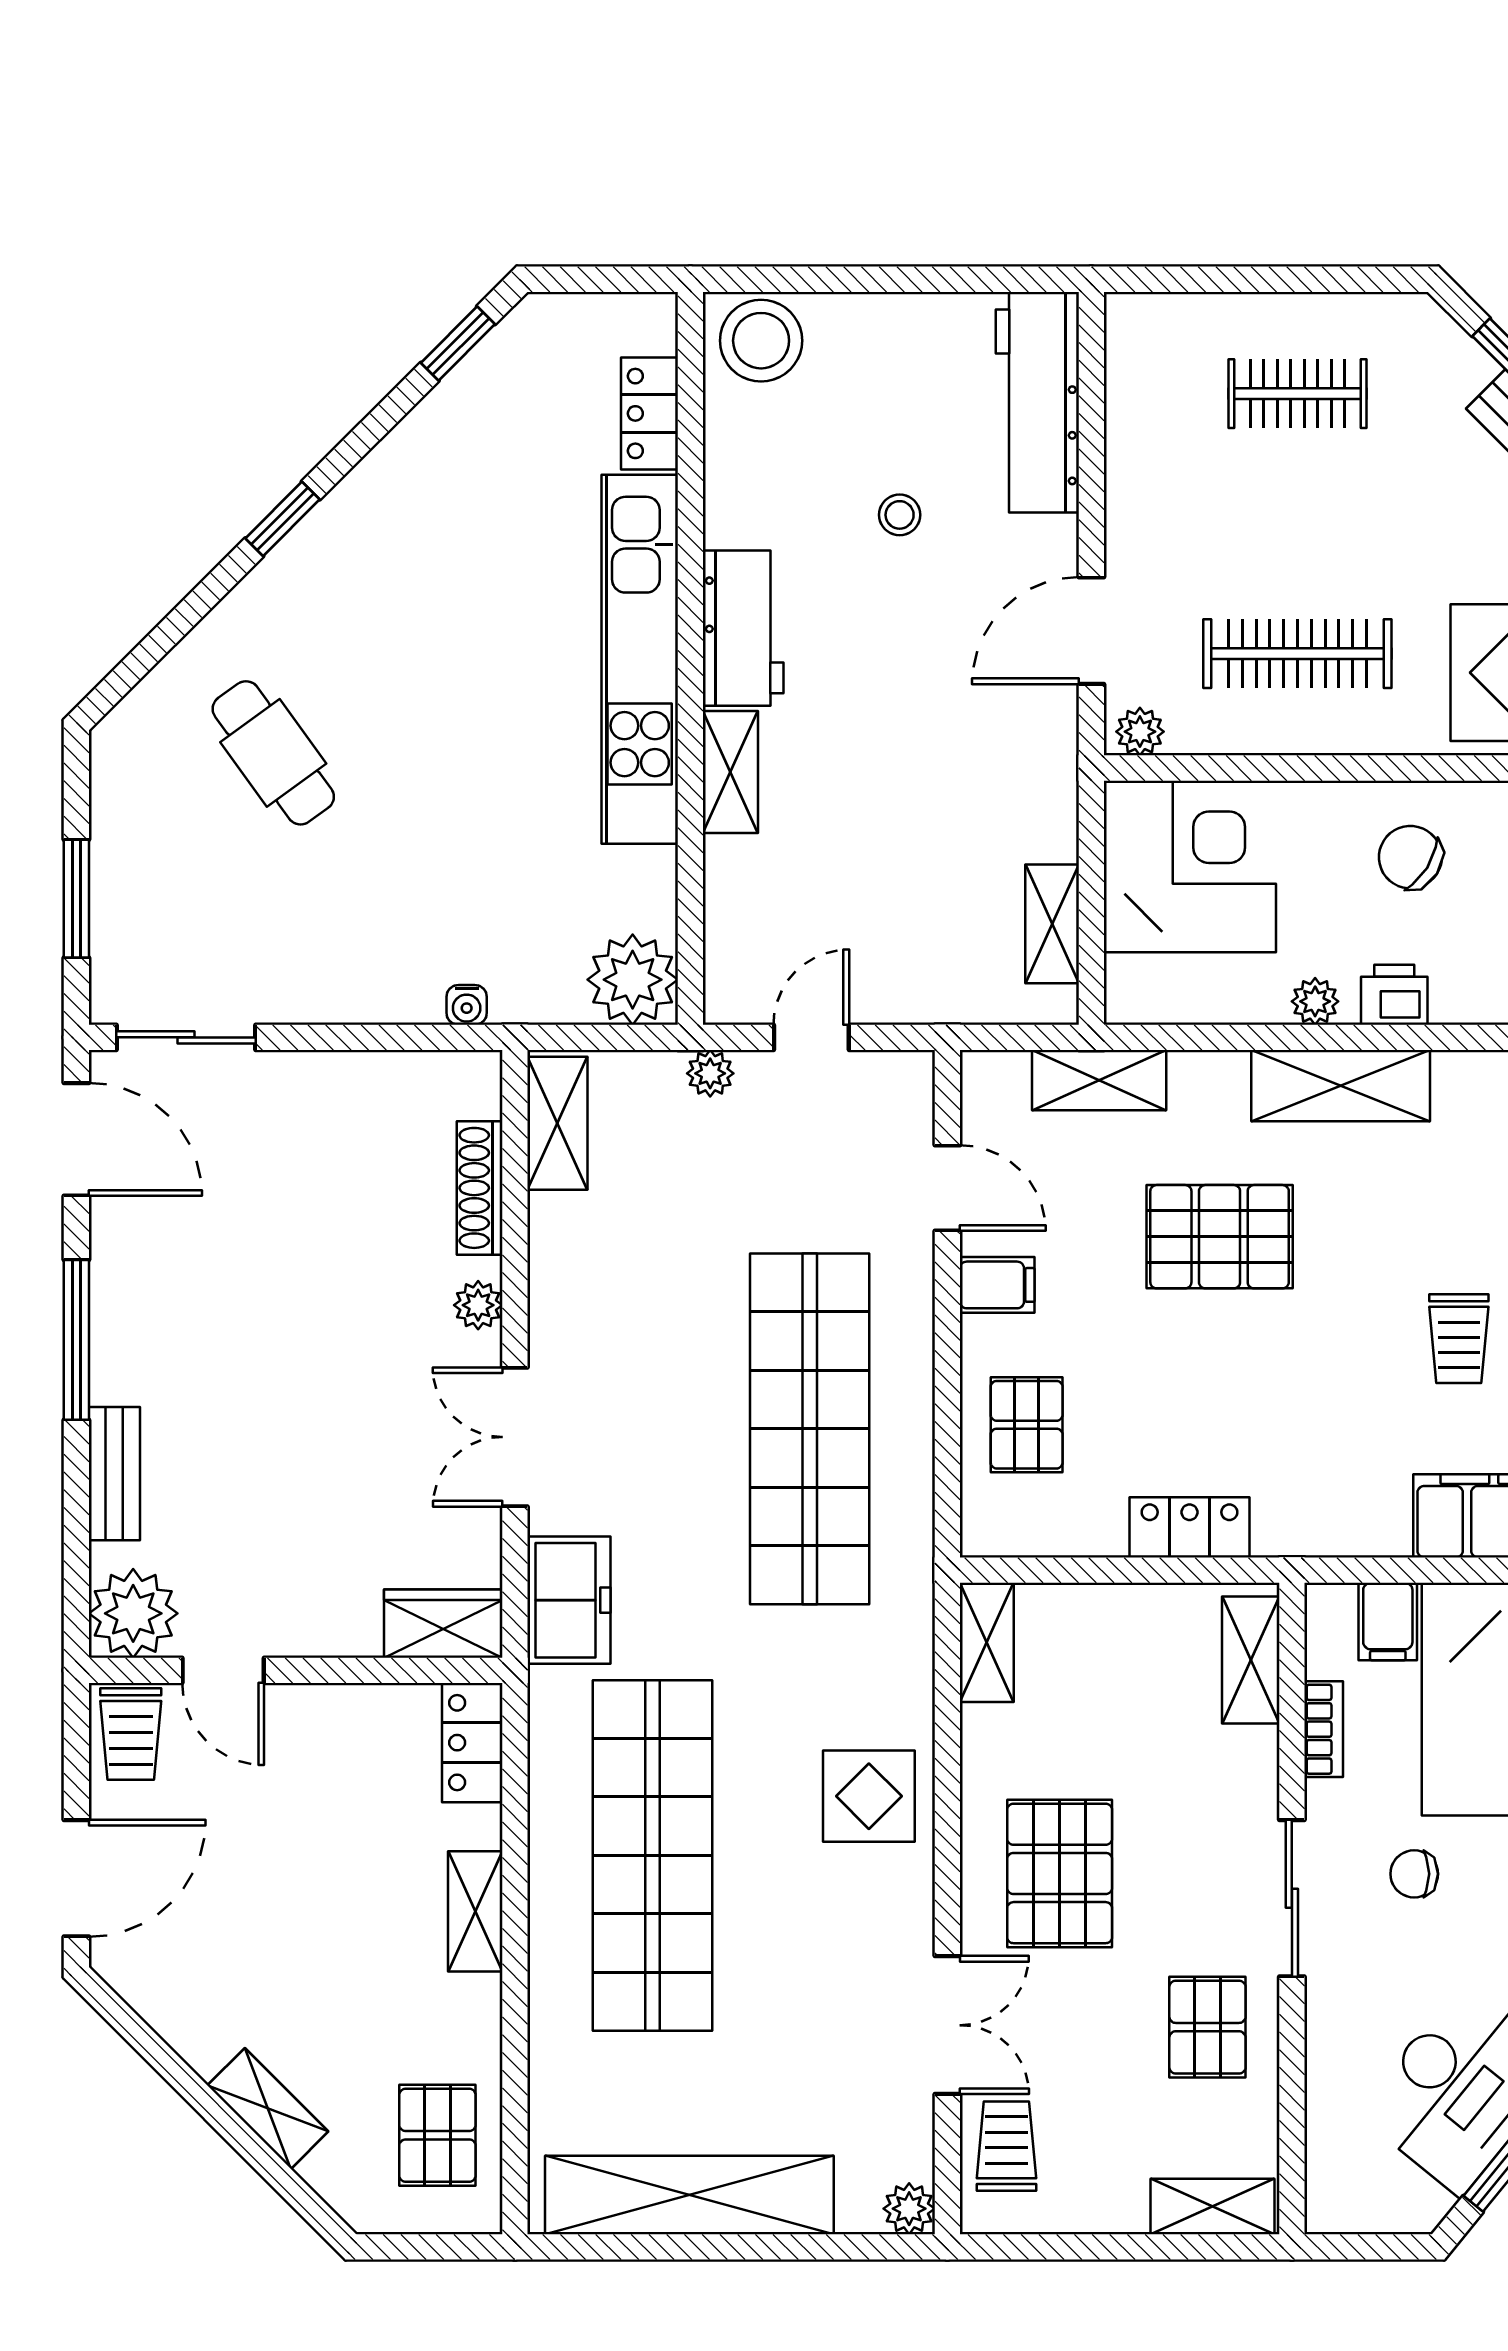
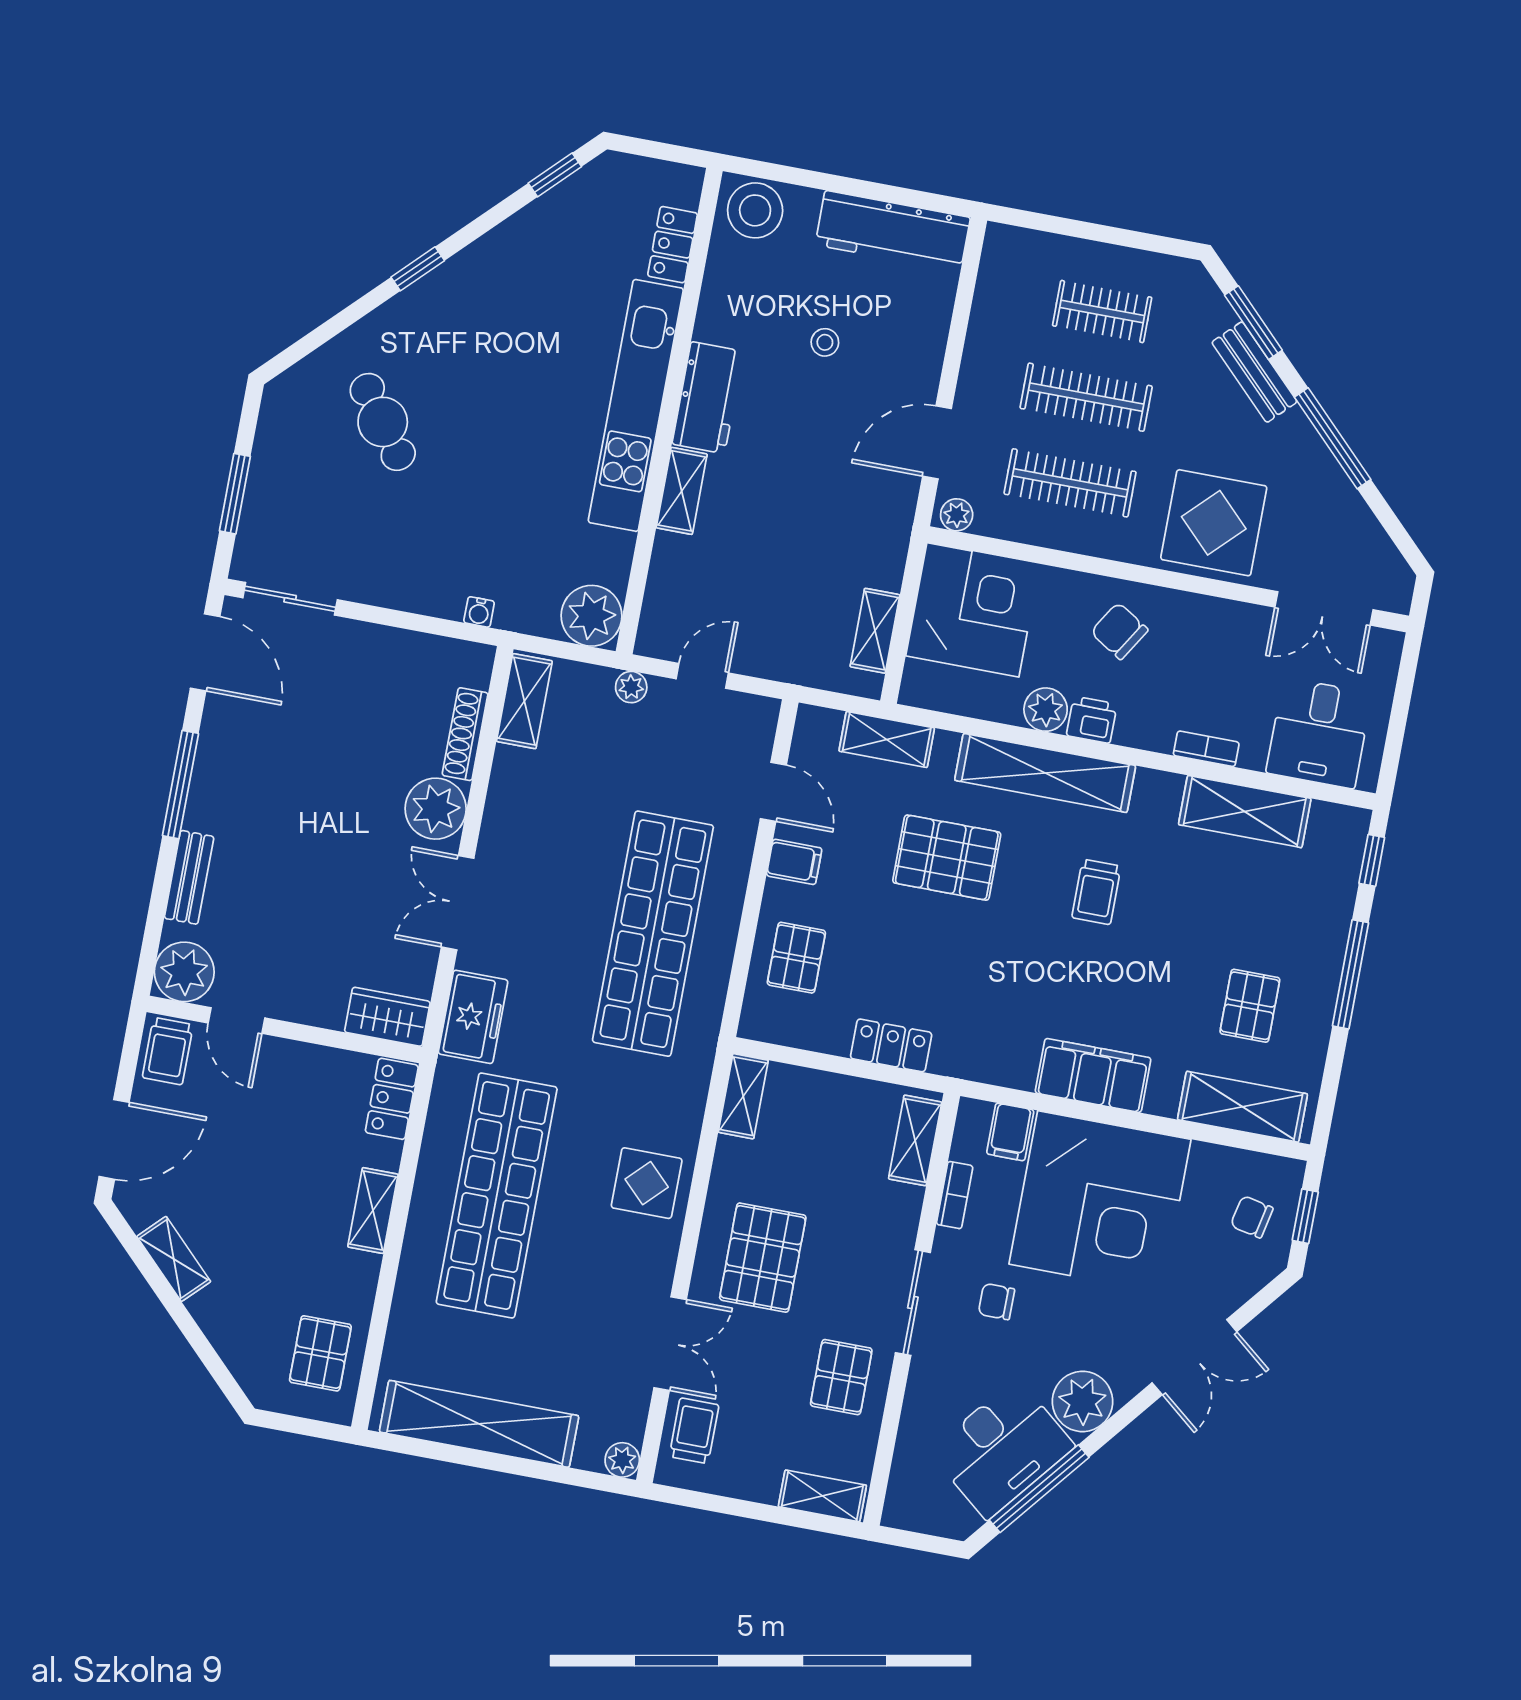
workbench: (1037, 402) -> (893, 231), moved, turned -90
clothes rail: (1297, 524) -> (1086, 397), added
plant: (1315, 1001) -> (1046, 710), width x1.38, depth x1.38
shelving: (1341, 1086) -> (1045, 773), width x1.47
plant: (478, 1305) -> (436, 809), width x1.87, depth x1.87
trolley: (1459, 1339) -> (1096, 892), moved
shelving: (268, 2108) -> (174, 1259), moved

